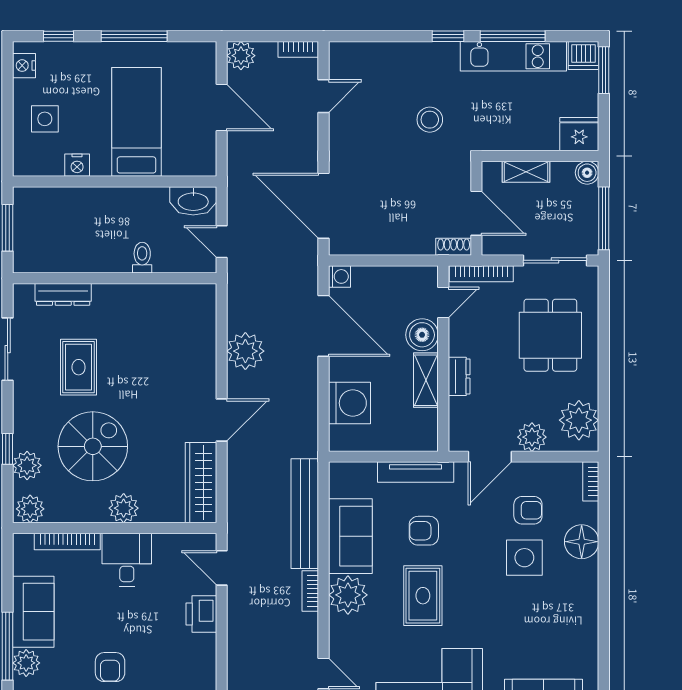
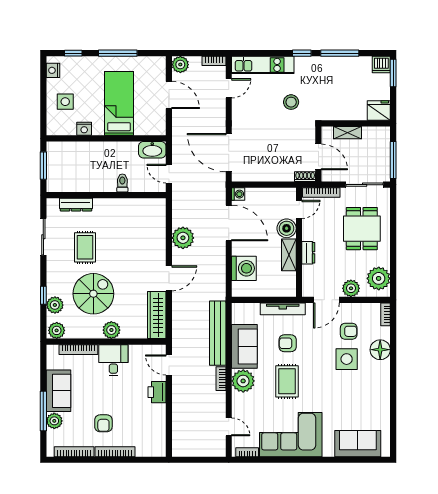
kitchen unit: (513, 56) -> (263, 65), moved
boiler: (587, 173) -> (383, 133), removed

